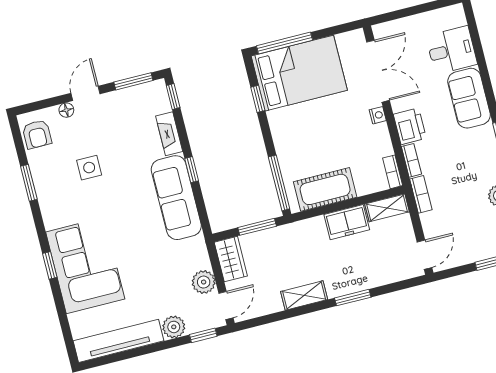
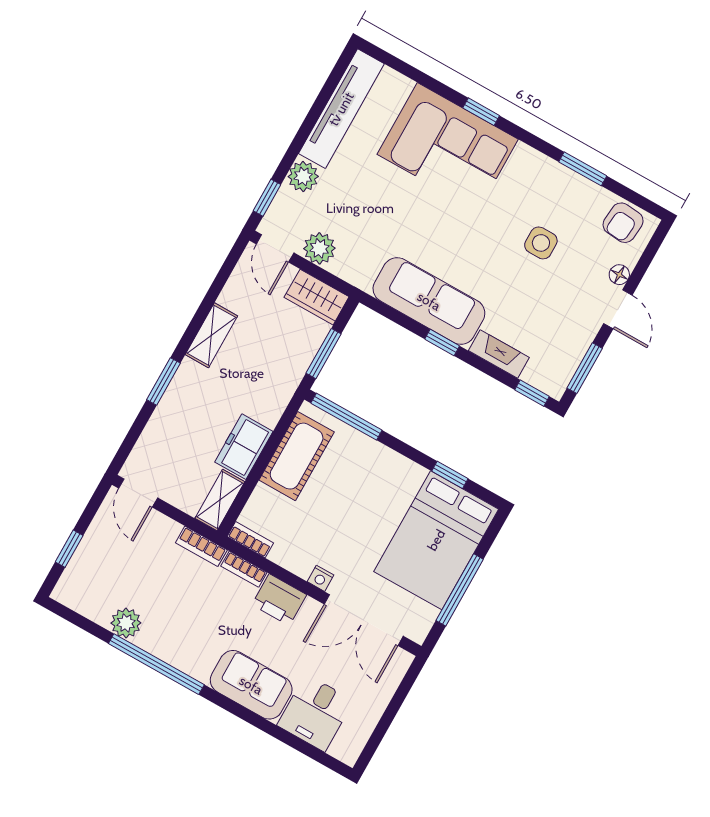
window: (285, 43) -> (460, 590), moved
armchair: (37, 134) -> (623, 223), turned -85

